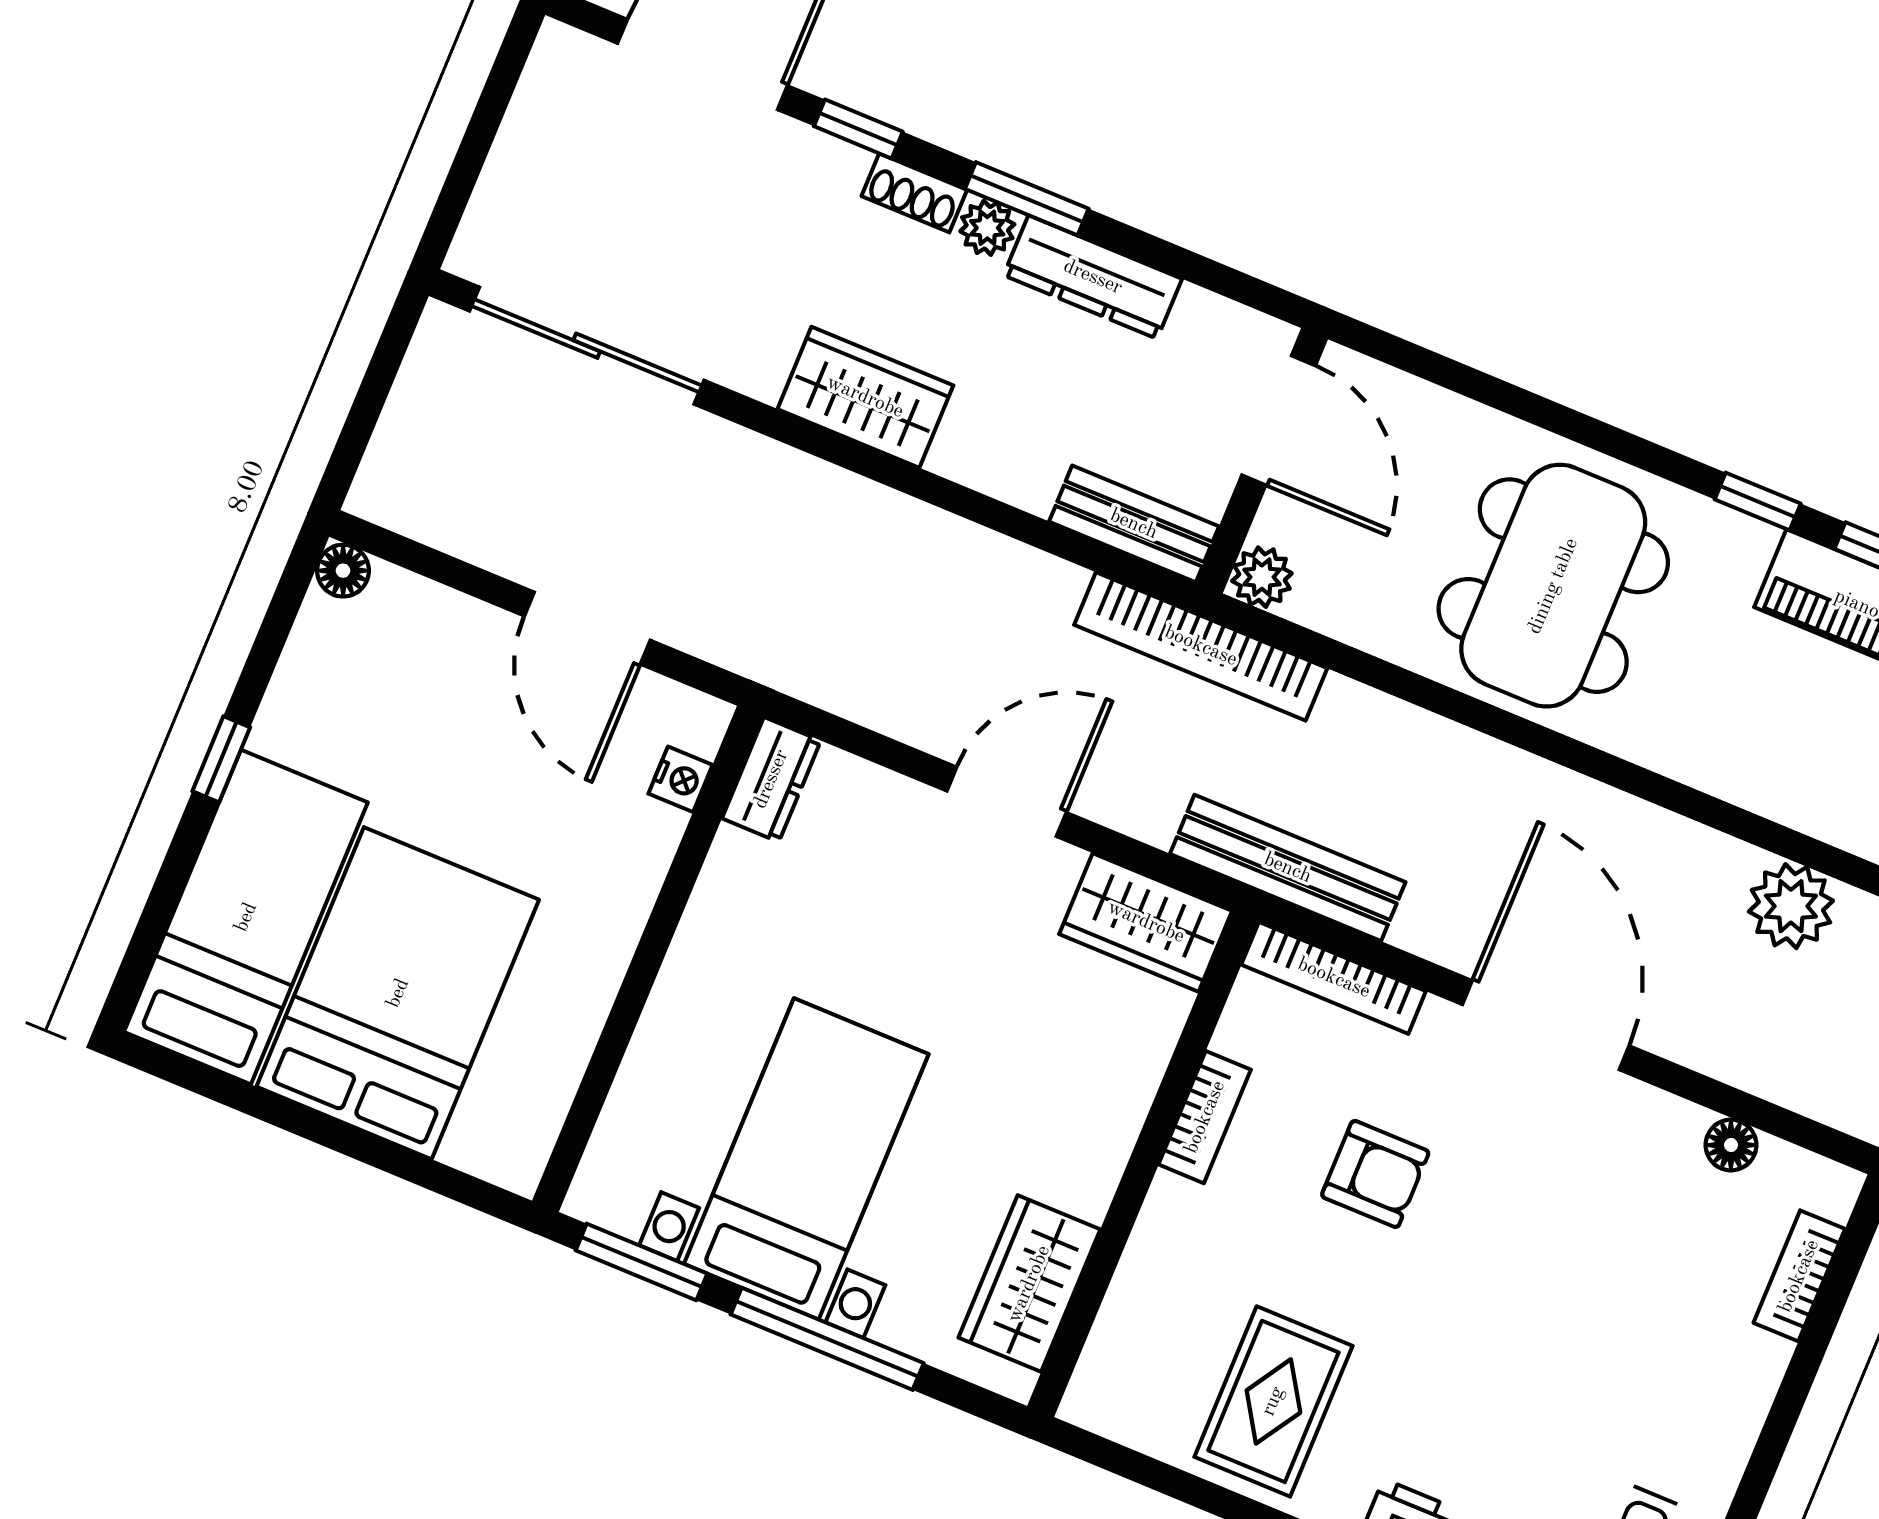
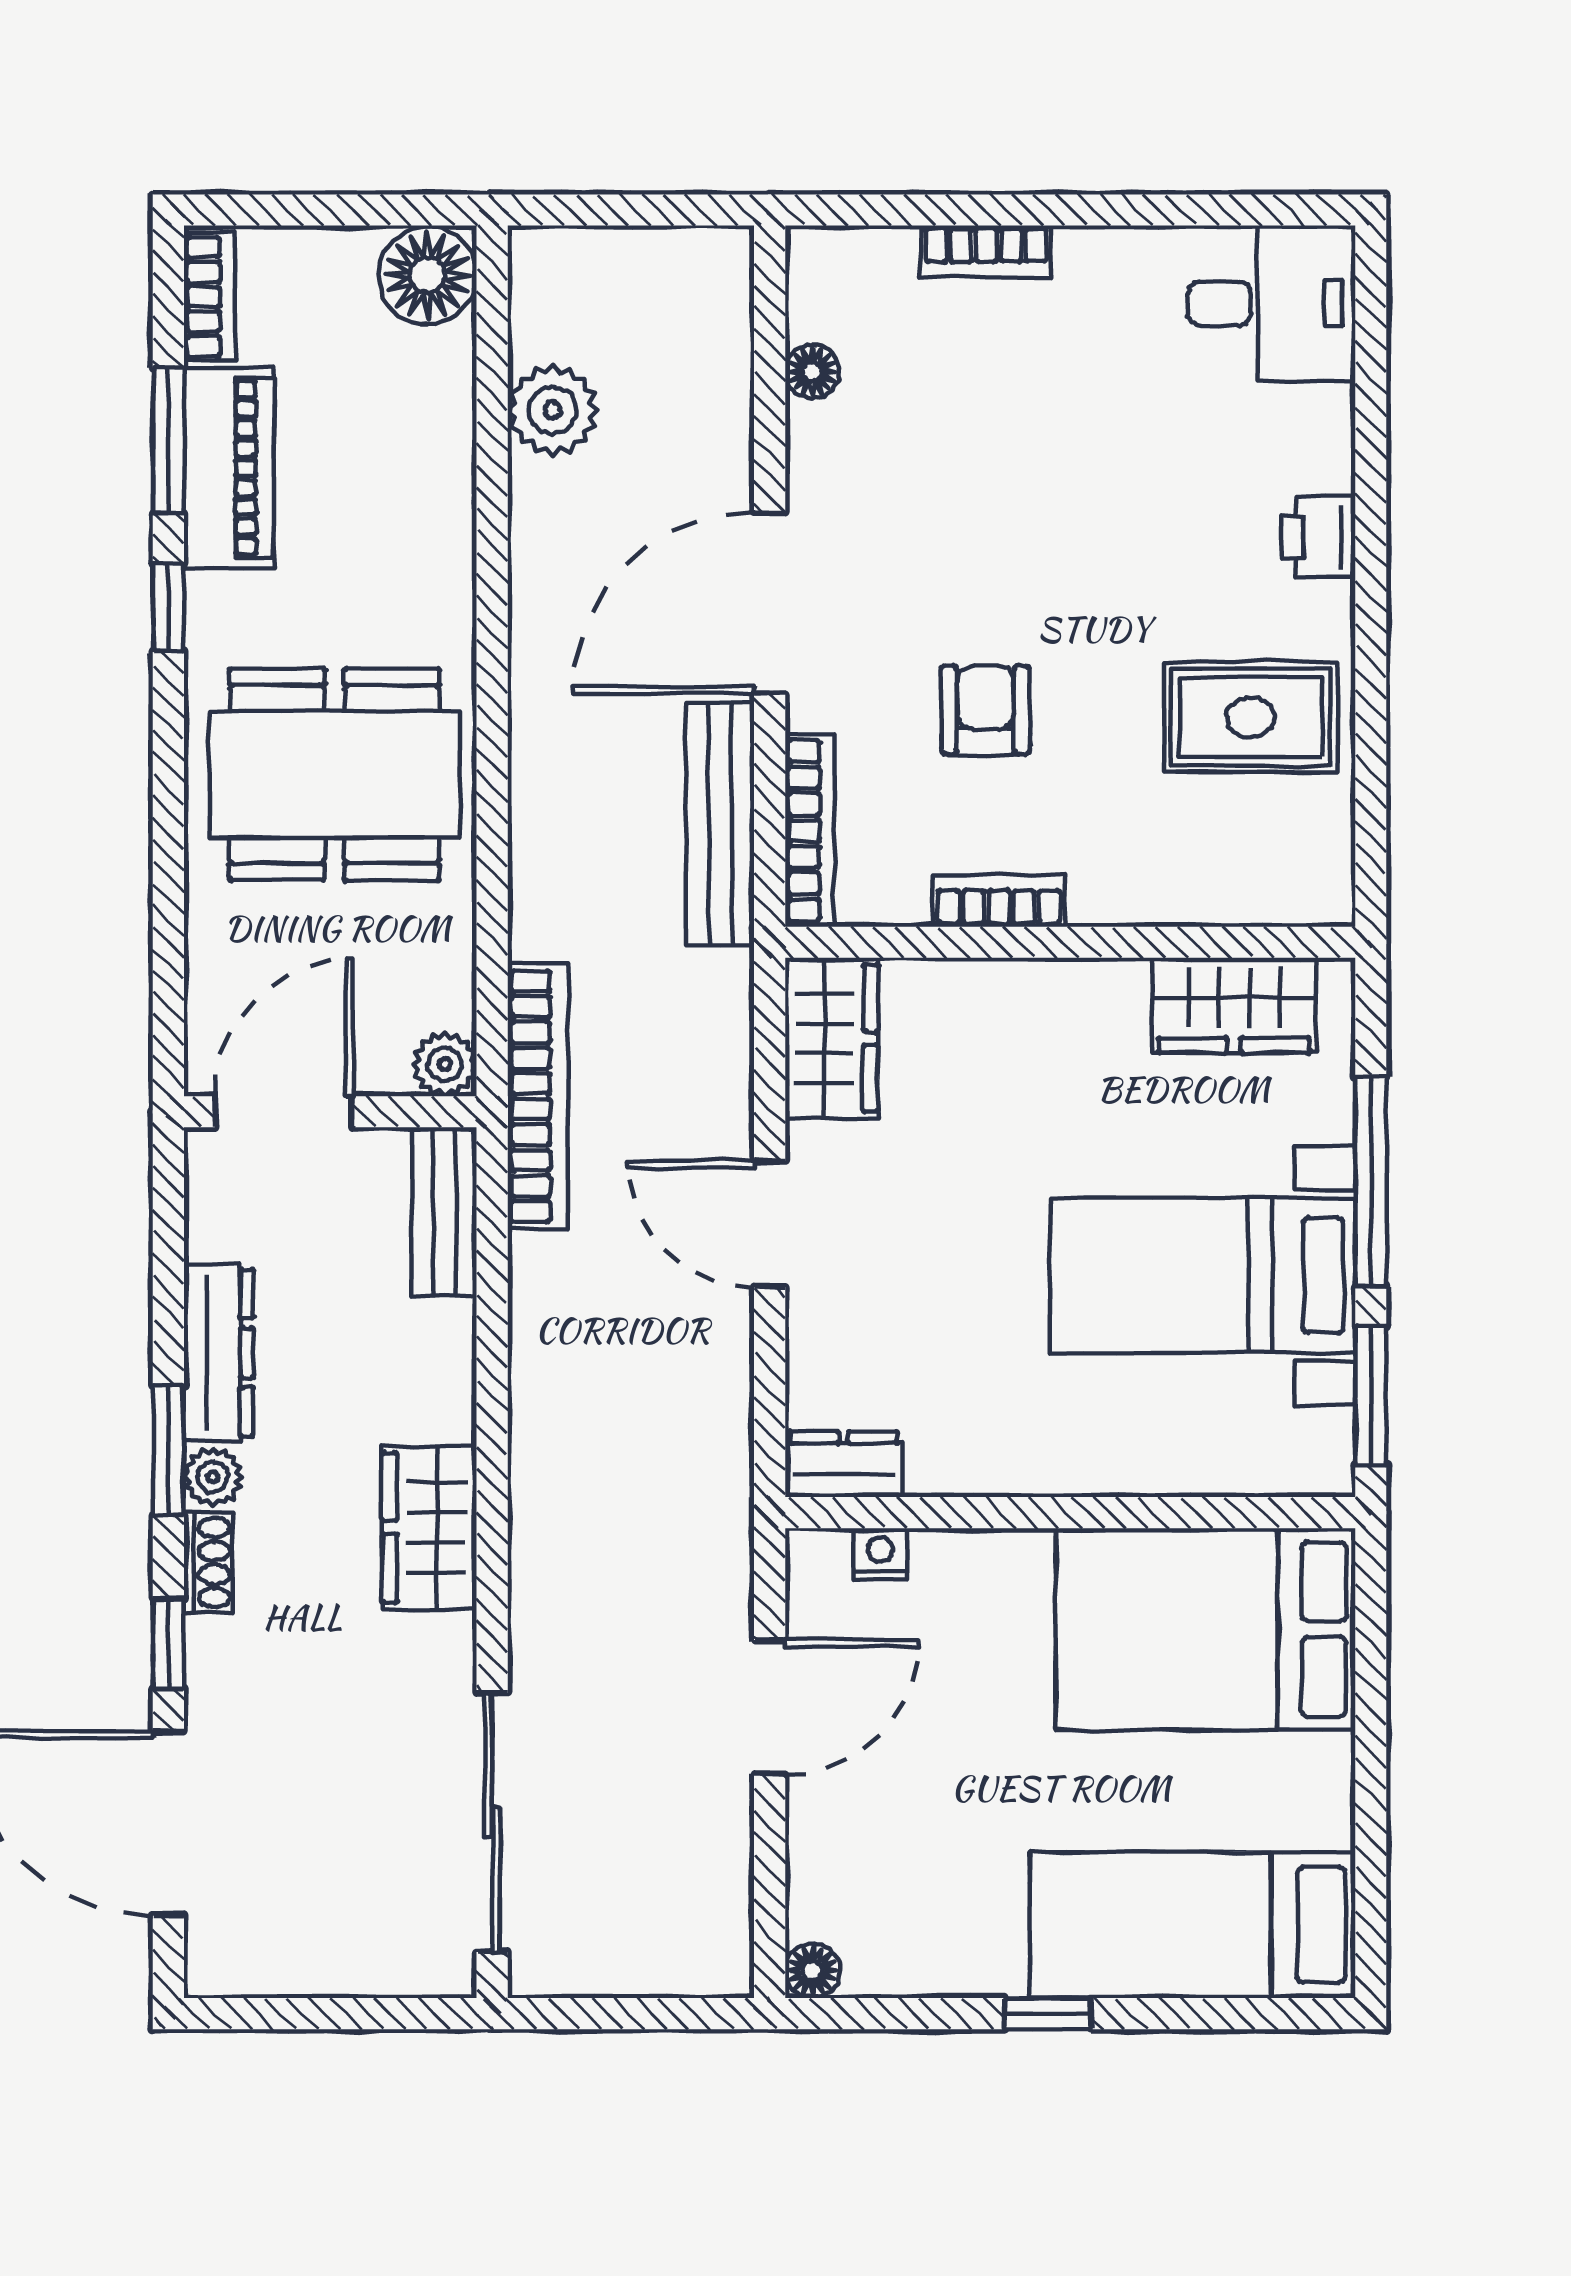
bench: (1288, 868) -> (720, 824), moved
bed: (398, 993) -> (1206, 1629), moved
bookcase: (1799, 1276) -> (986, 251), moved

